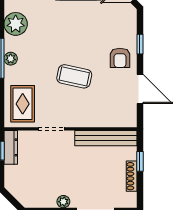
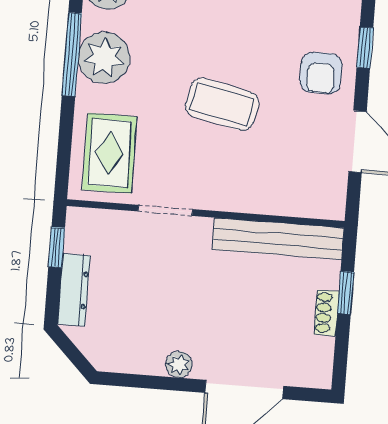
plant: (11, 59) -> (104, 58), width x1.88, depth x1.88
dresser: (11, 147) -> (74, 290), moved
shoe rack: (132, 176) -> (326, 313), width x0.70

